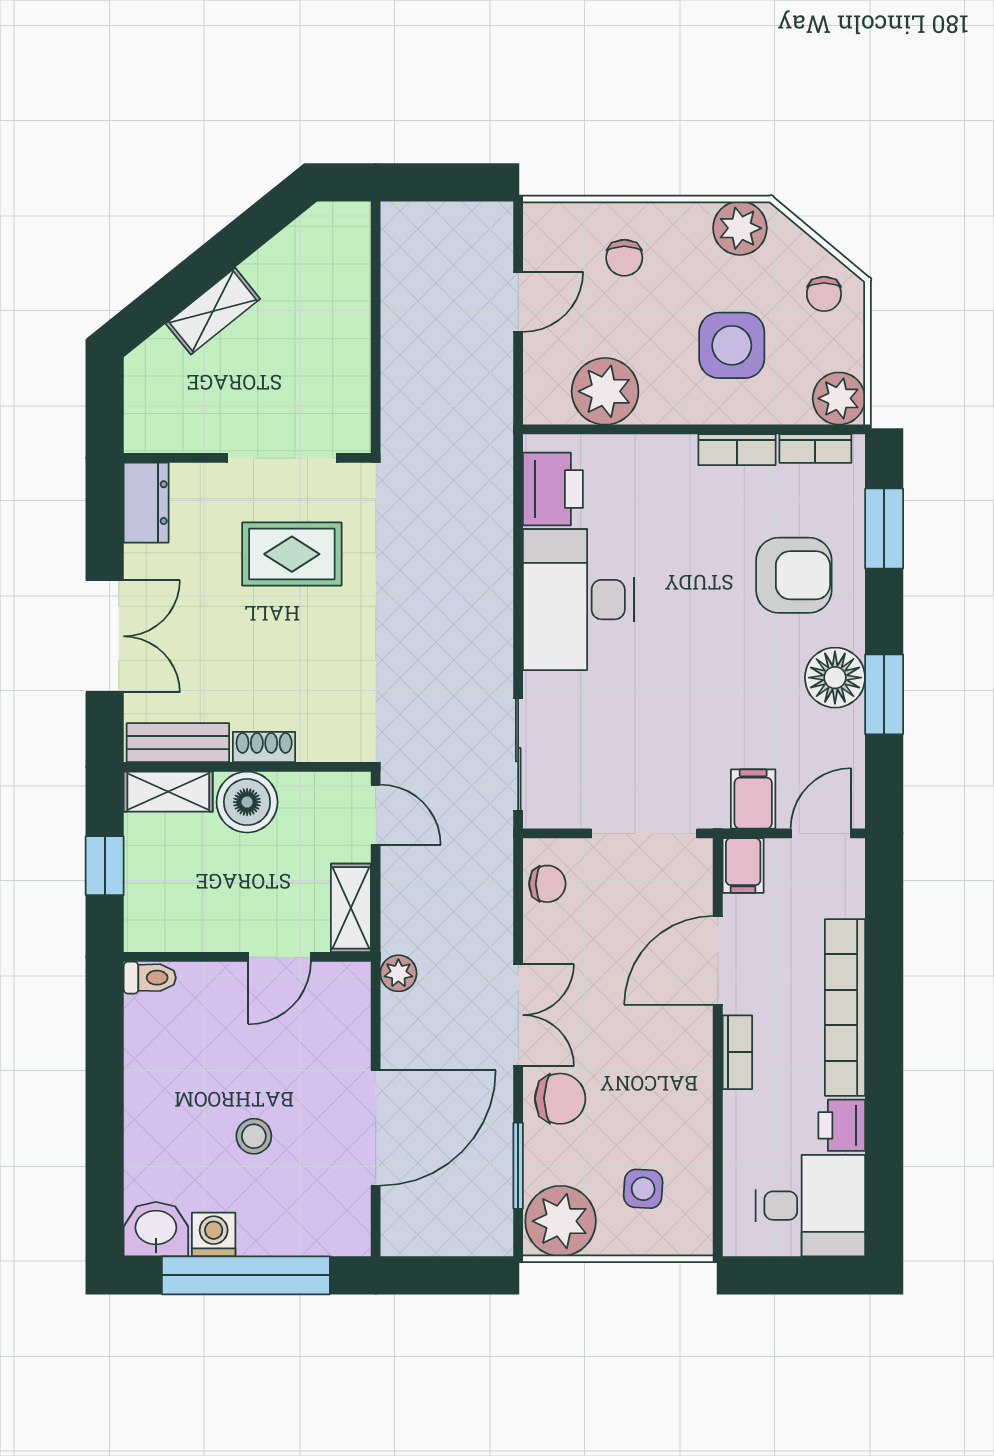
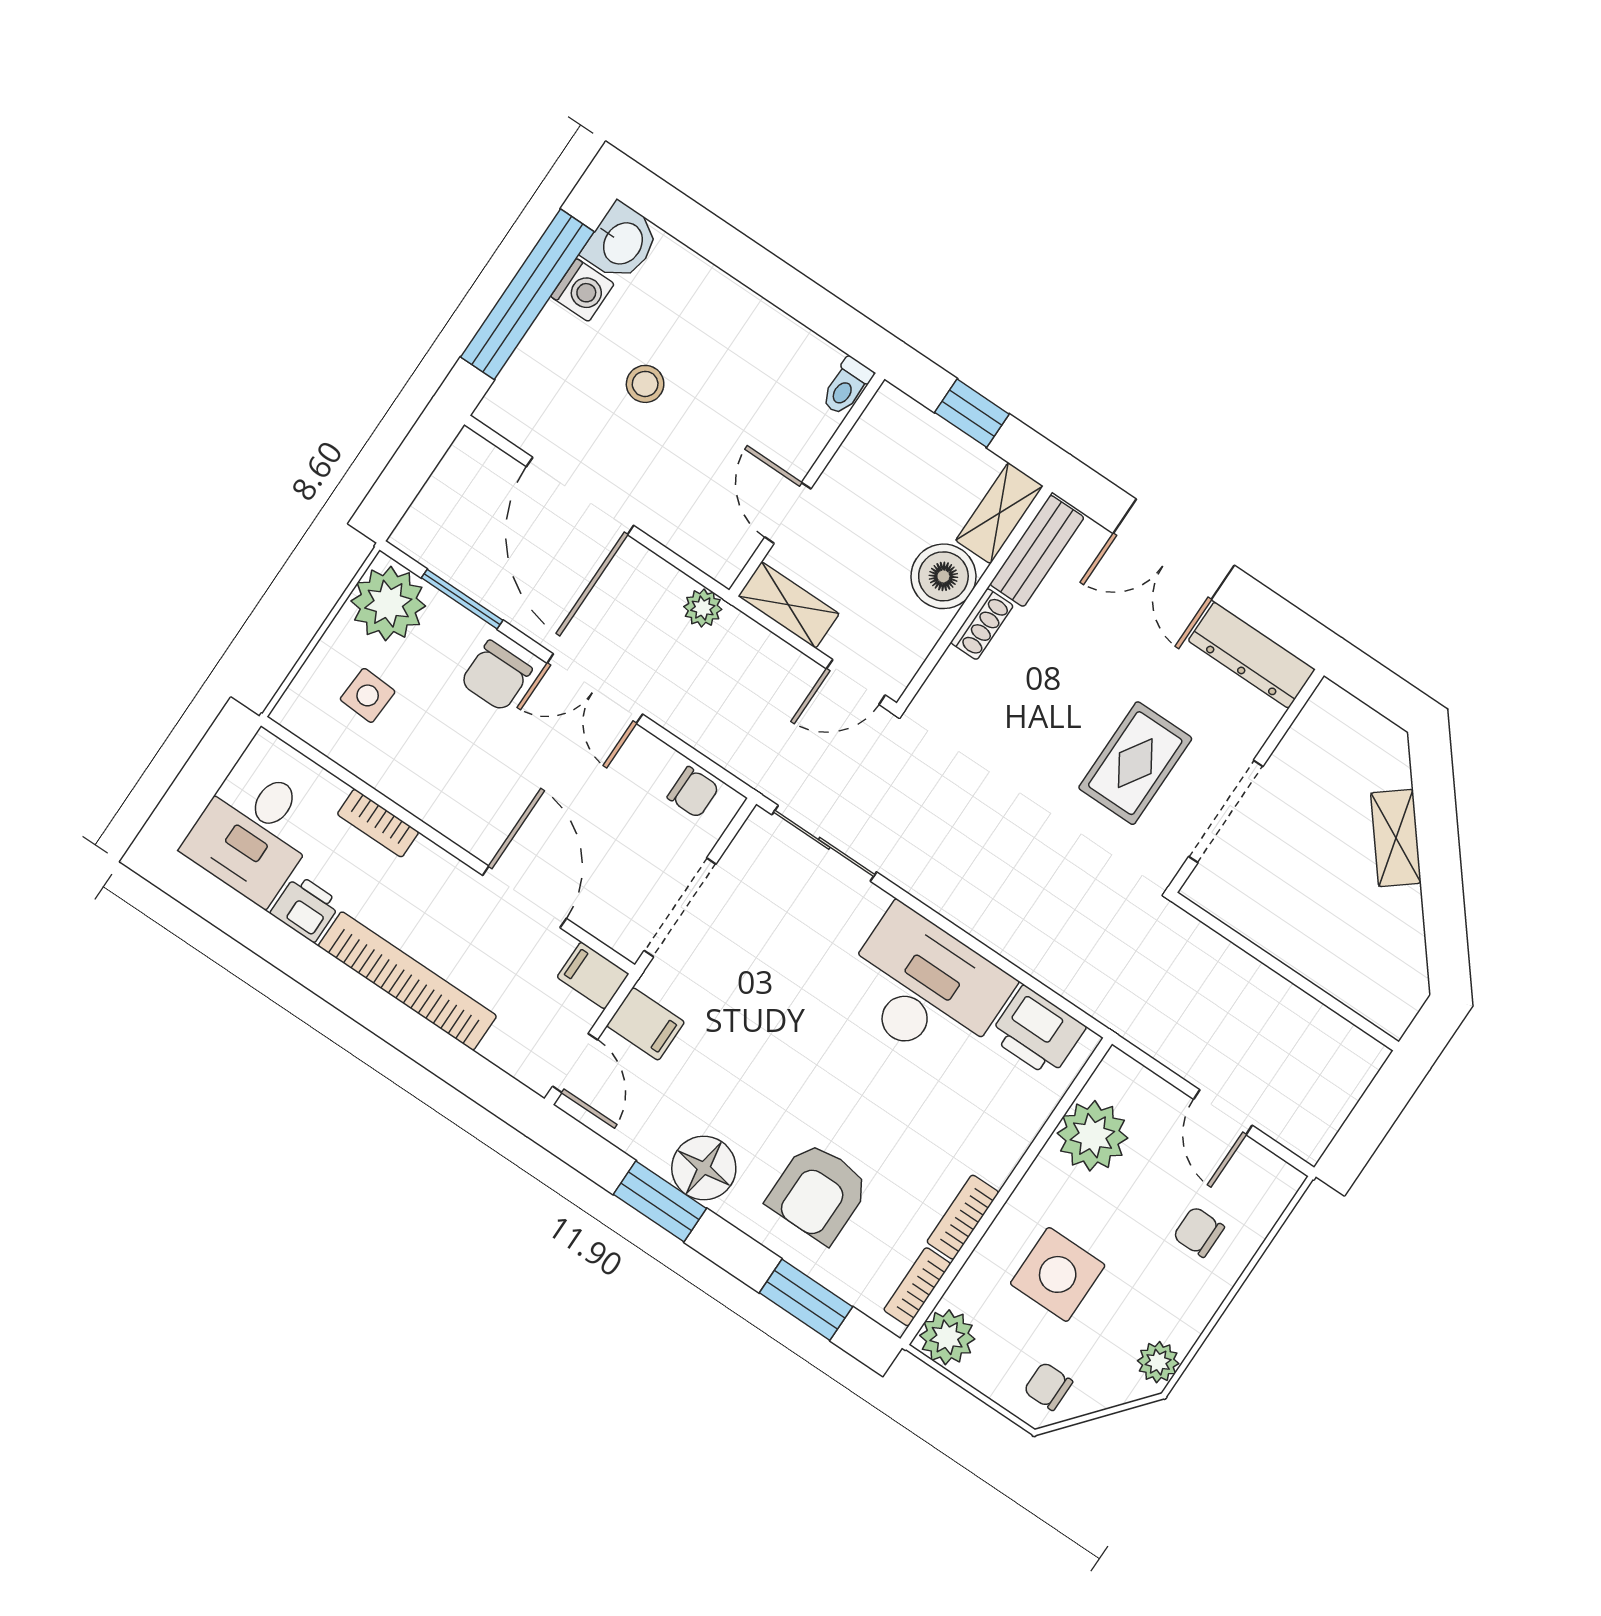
plant: (740, 228) -> (1158, 1362), width x0.73, depth x0.73
dresser: (146, 503) -> (1252, 655), width x1.44
chair: (547, 884) -> (693, 792), turned -90
bookcase: (737, 1052) -> (378, 823), moved

